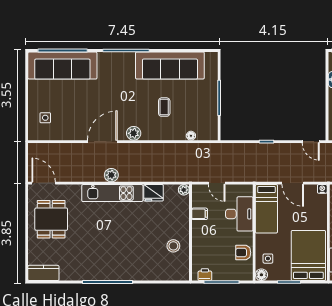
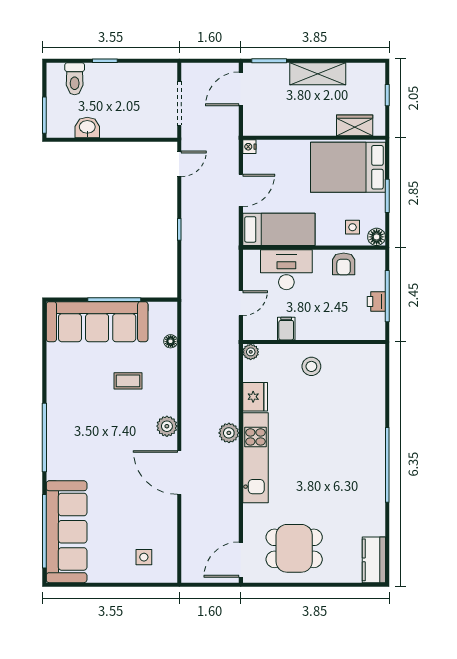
sofa: (170, 65) -> (97, 322), moved, turned 90
plant: (111, 175) -> (229, 433), moved
stool: (173, 246) -> (311, 366), moved
printer: (205, 275) -> (376, 301), moved

